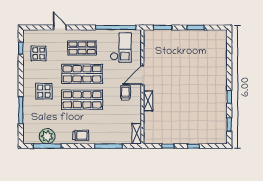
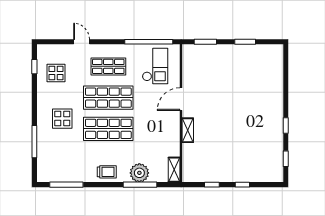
trolley: (125, 93) -> (161, 121), removed
plant: (47, 136) -> (139, 173), moved

